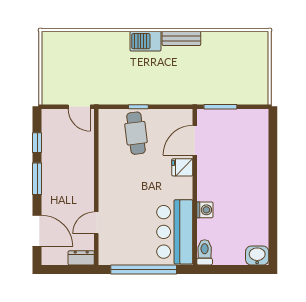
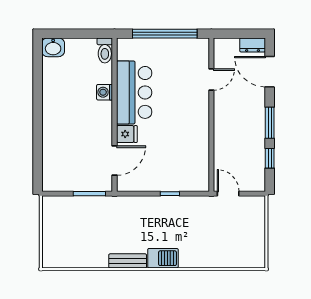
cafe table: (136, 133) -> (172, 168), removed
bar counter: (175, 232) -> (134, 92), moved
dresser: (81, 258) -> (253, 45), moved

